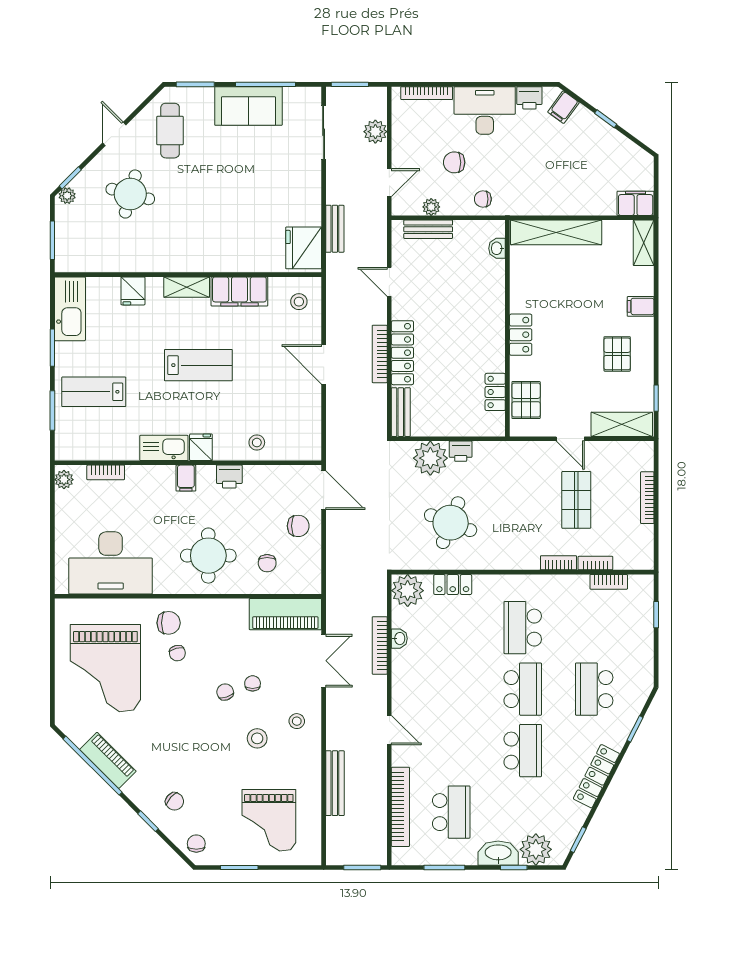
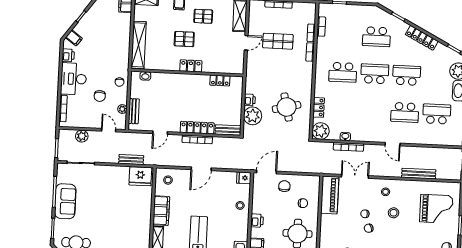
pallet: (526, 400) -> (184, 39), moved
fridge: (201, 447) -> (244, 178), moved
round table: (451, 523) -> (287, 107), turned -34
door: (389, 730) -> (393, 144), swing flipped
school desk: (451, 751) -> (405, 112), added
bookcase: (400, 807) -> (433, 140), removed

